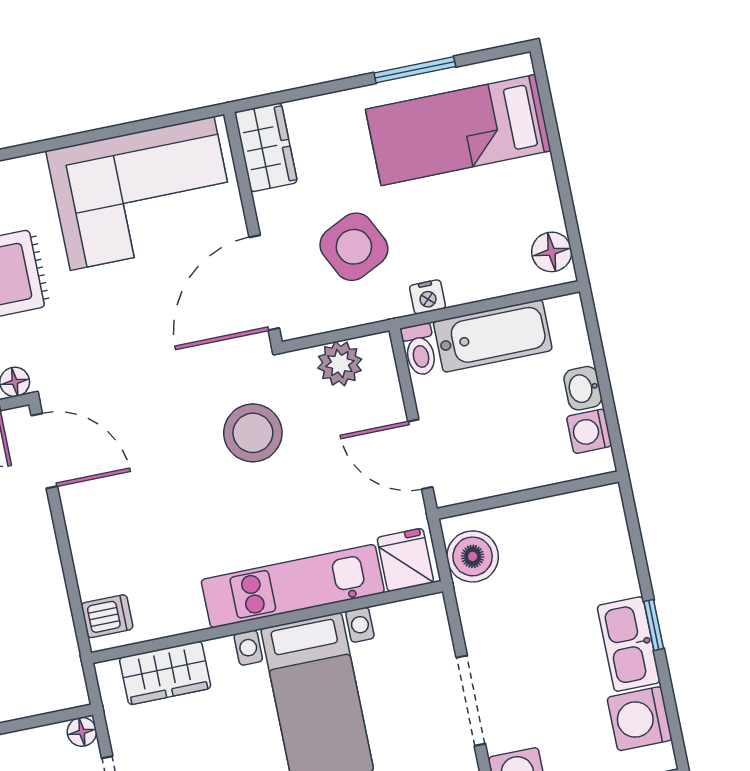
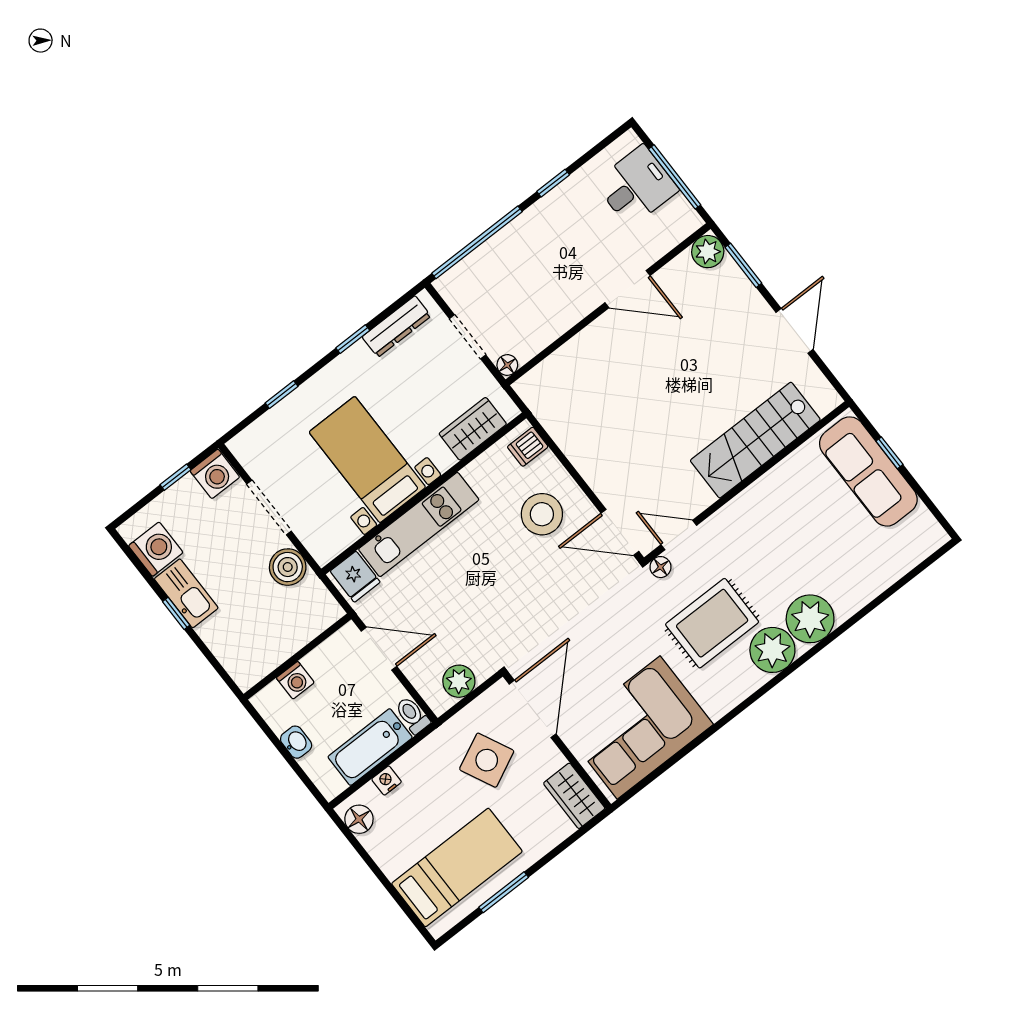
nightstand: (428, 297) -> (387, 781), moved
washing machine: (589, 431) -> (295, 680), moved, turned 90
stool: (253, 433) -> (542, 514), moved
boiler: (473, 556) -> (288, 567), moved

